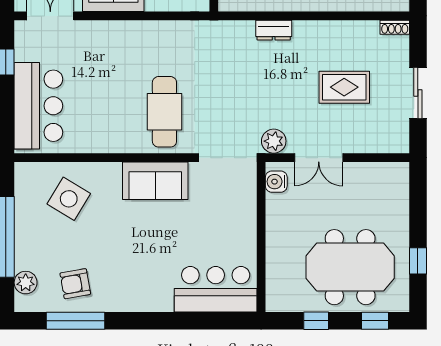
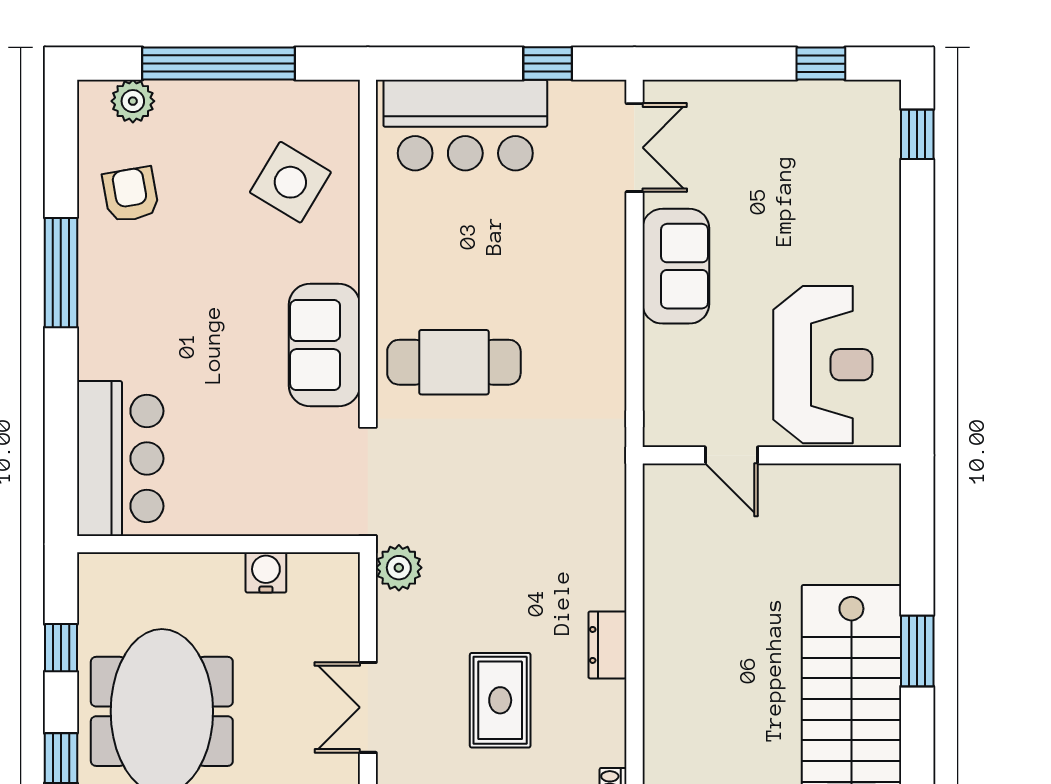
dresser: (274, 30) -> (607, 645), moved
double door: (319, 158) -> (368, 707), moved
water cooler: (276, 182) -> (266, 572), moved
window: (75, 321) -> (61, 273), moved

